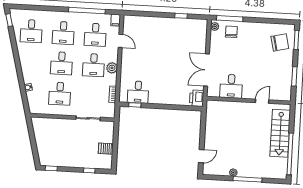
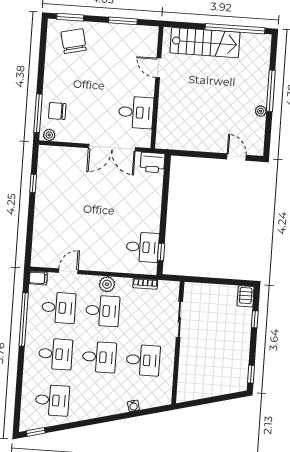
server rack: (106, 149) -> (246, 296), moved

